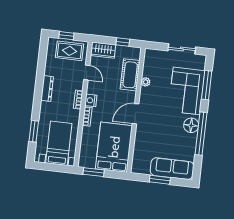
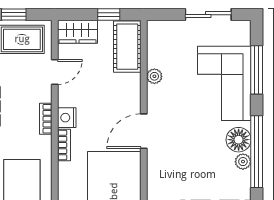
door: (87, 72) -> (55, 72), hinge flipped
cot: (130, 75) -> (127, 47), moved
plant: (192, 139) -> (243, 162), added

